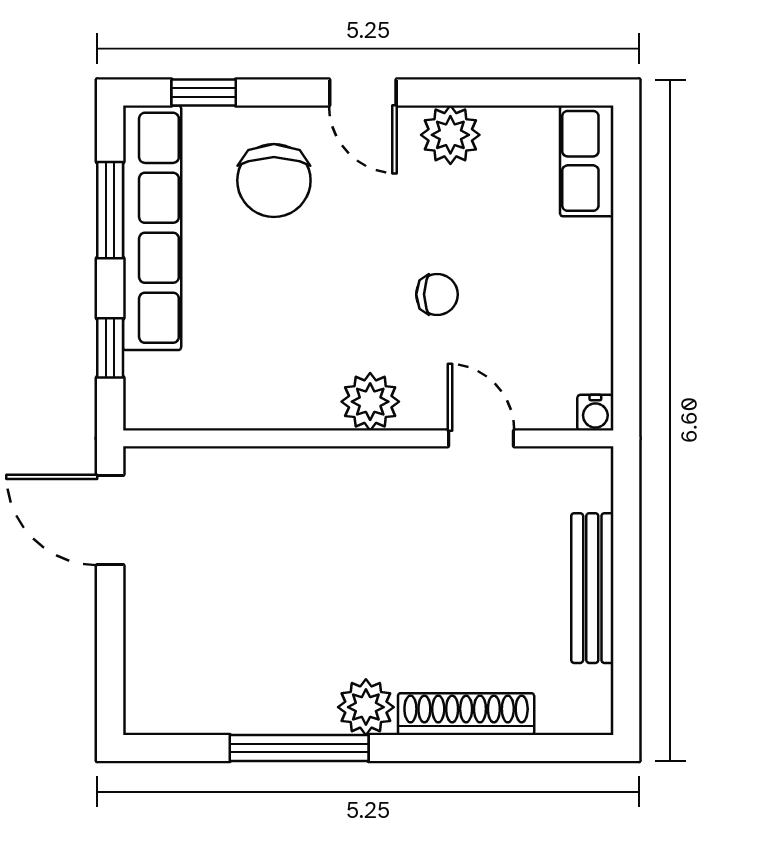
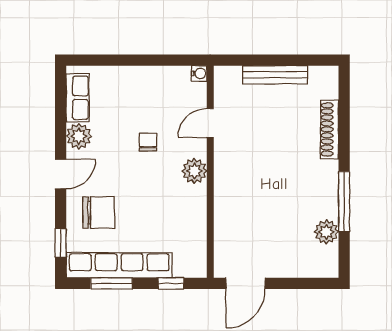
row of seats: (587, 161) -> (78, 98), moved, turned -90
plant: (366, 707) -> (326, 232), moved

